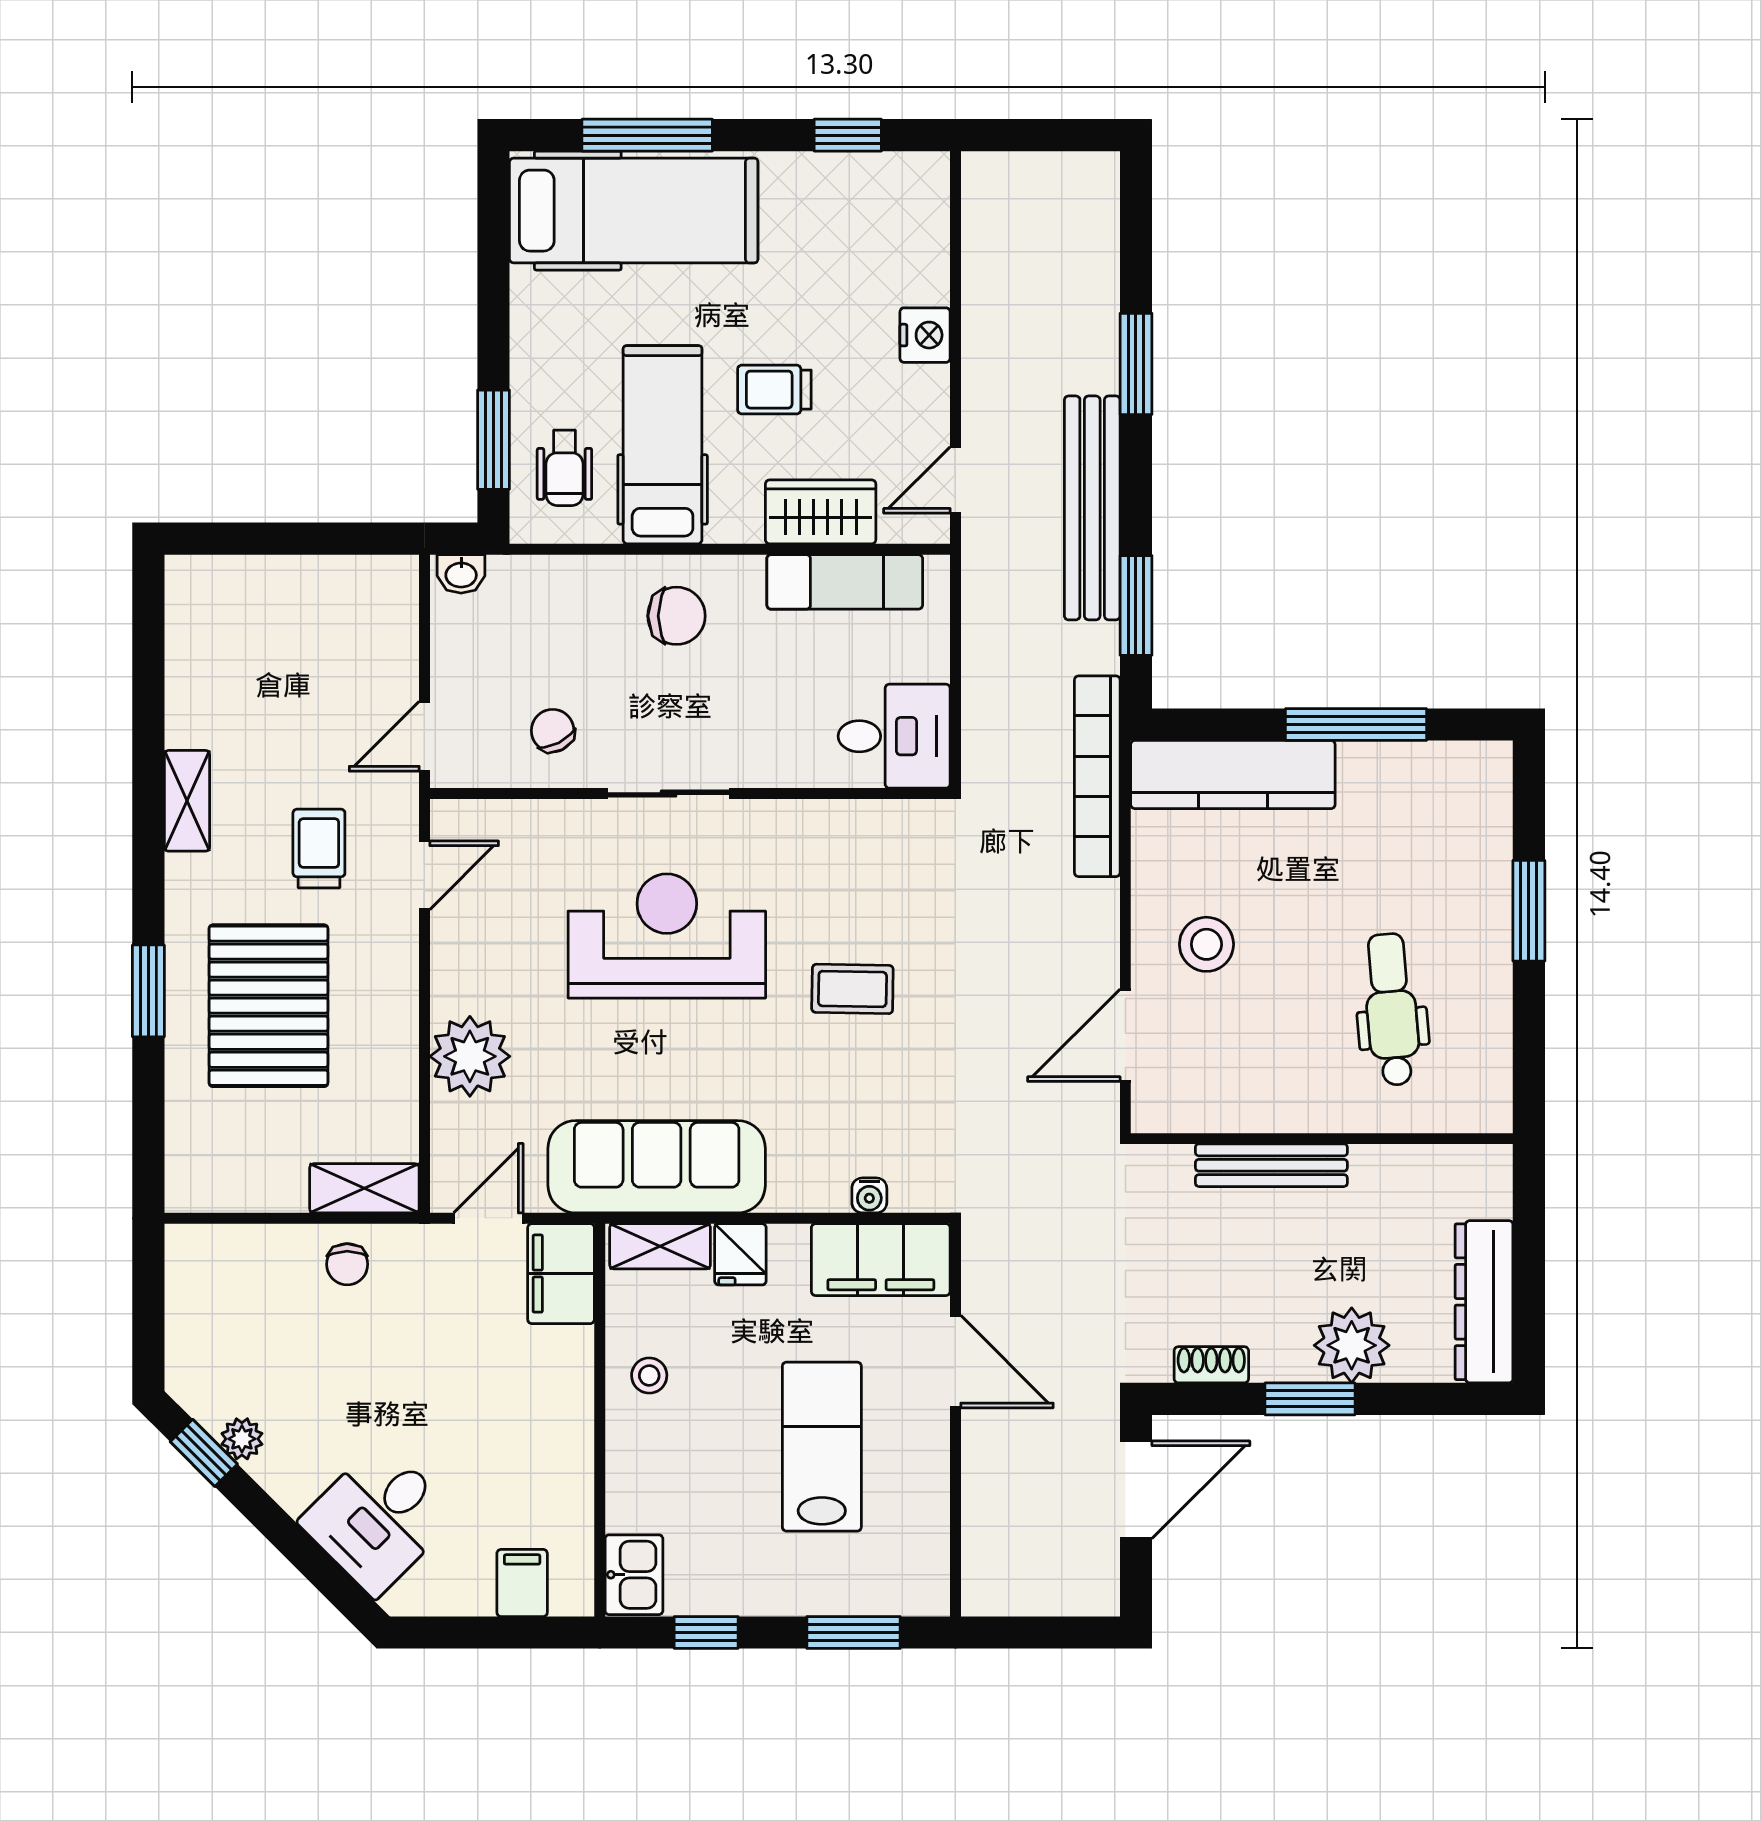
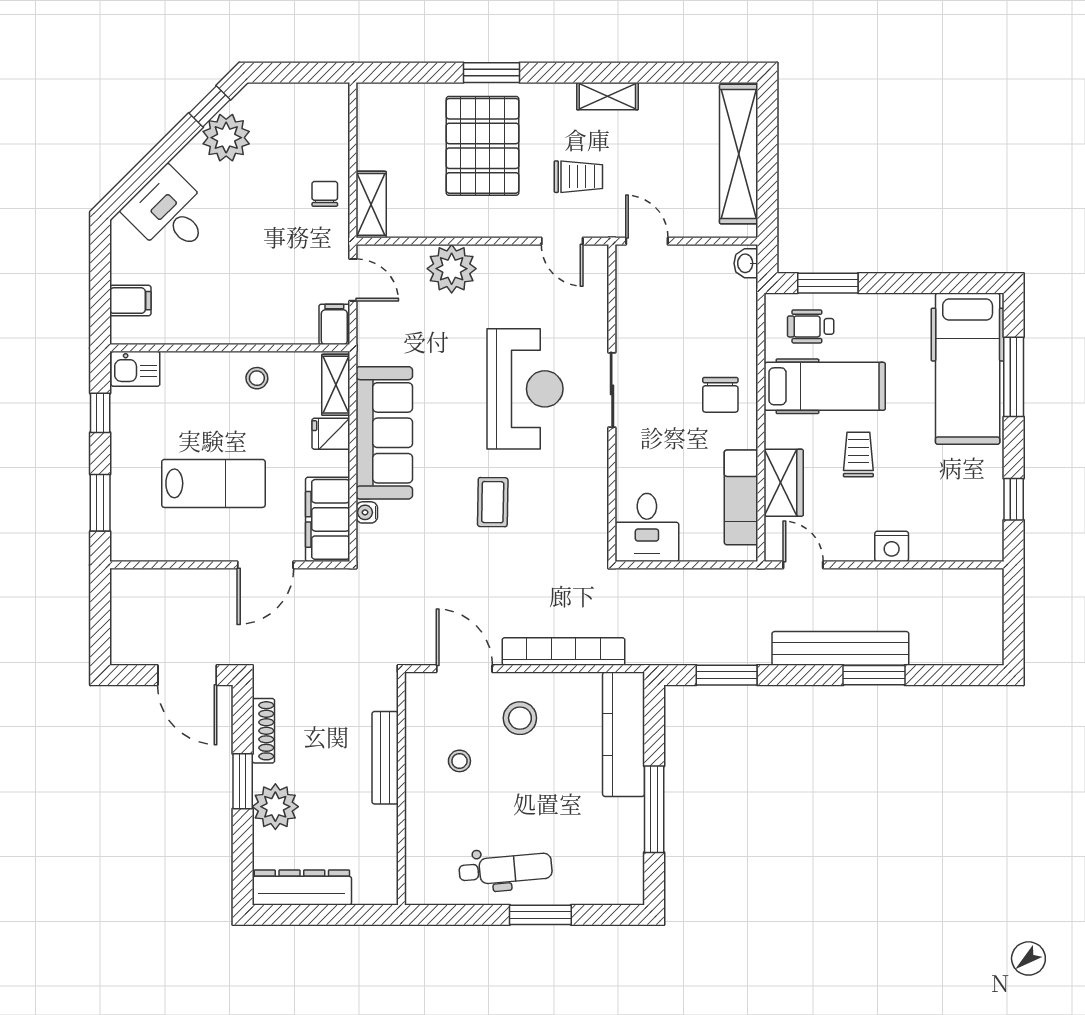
bench: (1092, 508) -> (840, 648), moved
shelving: (282, 586) -> (739, 154), added
chair: (553, 731) -> (650, 319), removed
bookcase: (1097, 776) -> (563, 651), moved
pallet: (268, 1006) -> (483, 146), turned 90
dental chair: (1391, 1009) -> (506, 869), moved
stool: (1277, 1043) -> (459, 761), added
sofa: (657, 1167) -> (384, 433), moved
chair: (347, 1264) -> (325, 194), turned 90
filing cabinet: (561, 1274) -> (334, 324), width x0.50
shoe rack: (1211, 1365) -> (263, 731), width x1.43
plant: (242, 1439) -> (226, 138), width x1.88, depth x1.88

